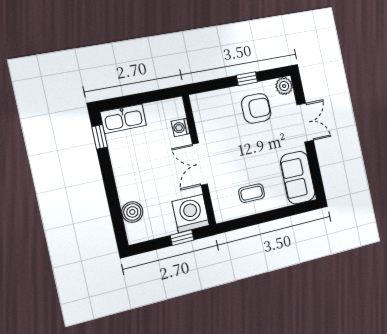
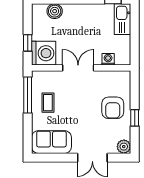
armchair: (256, 108) -> (113, 108), moved
window: (248, 221) -> (28, 95), added

